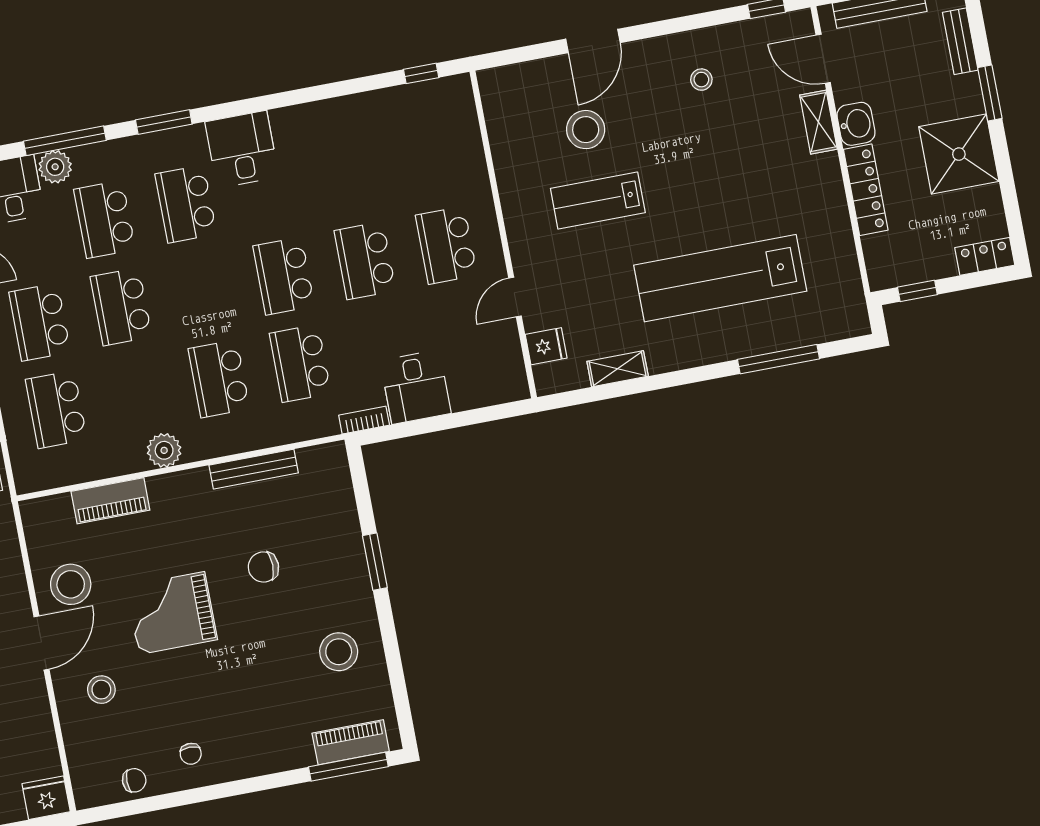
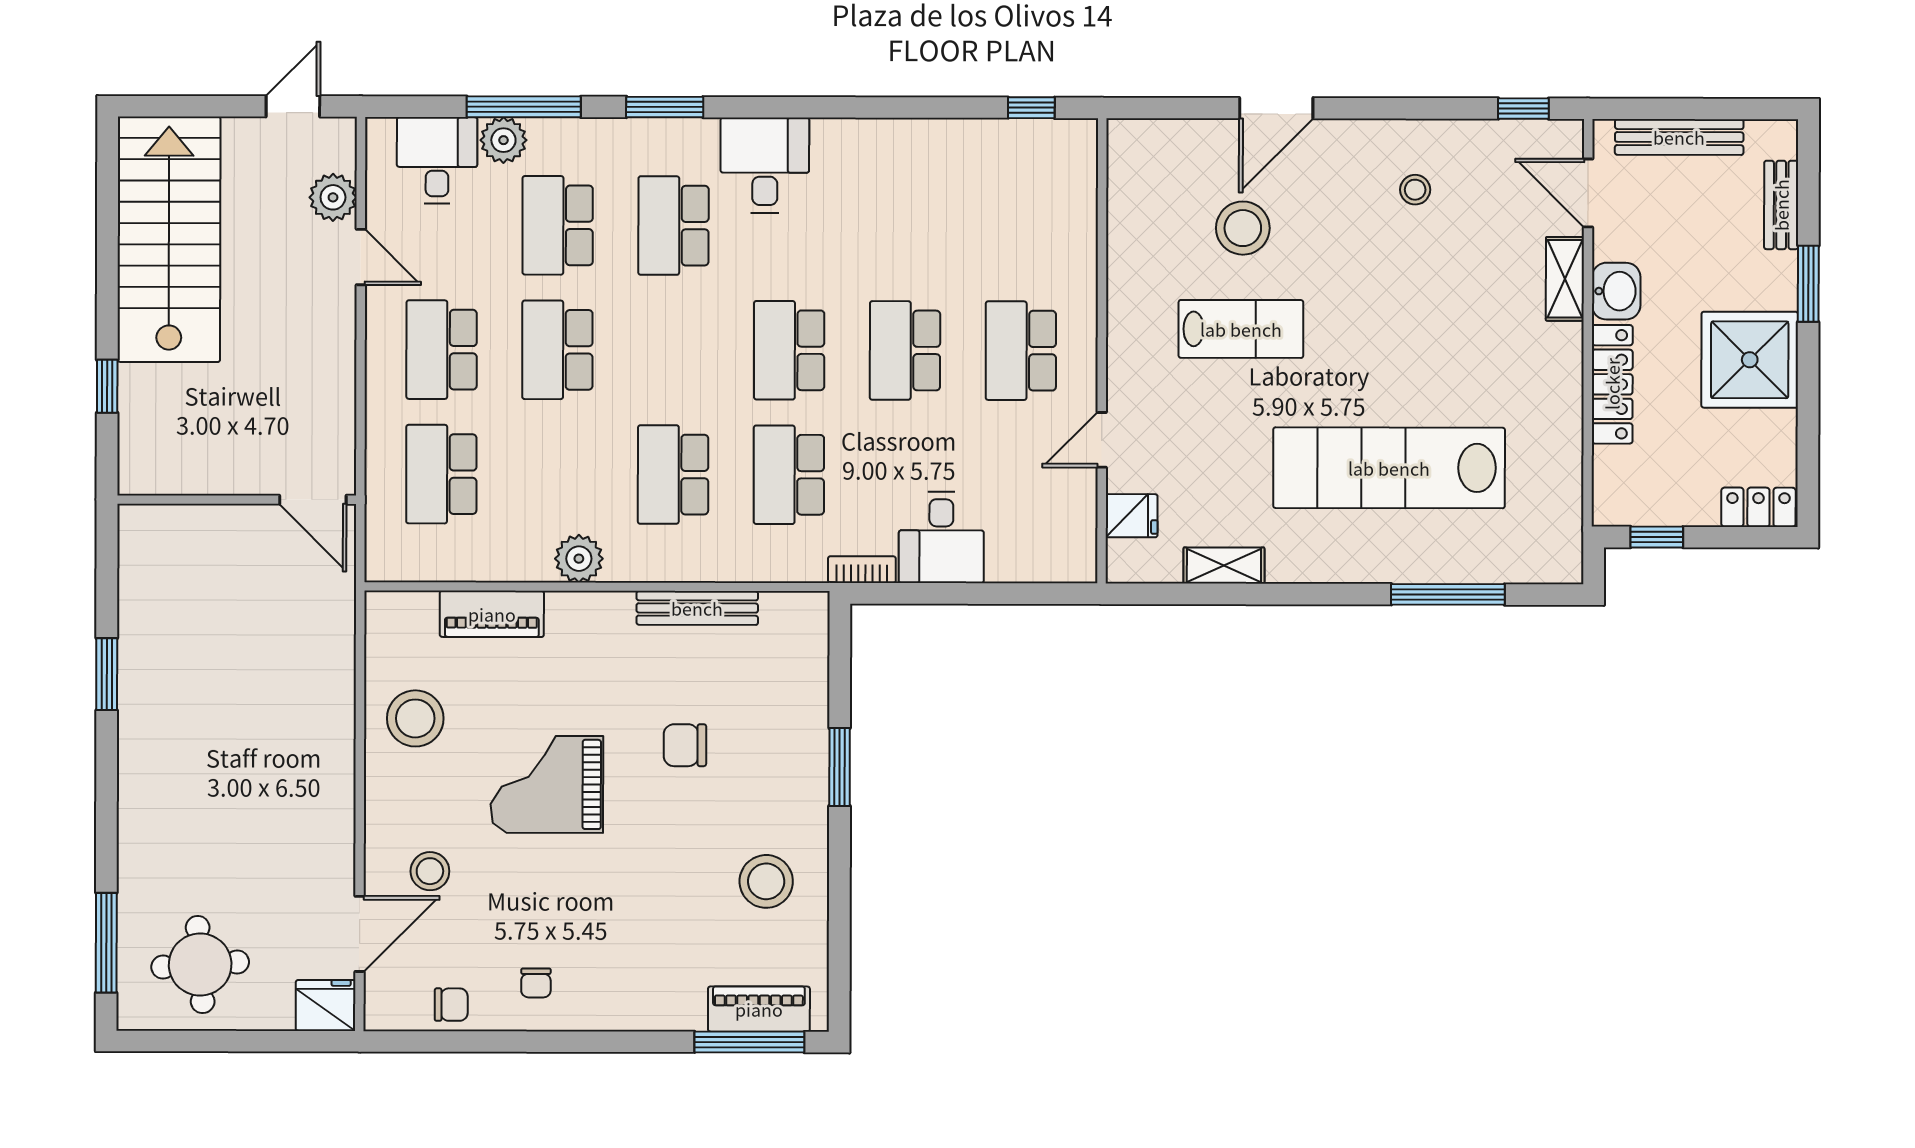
lab bench: (598, 201) -> (1241, 329), turned 180
door: (42, 643) -> (360, 934), moved

